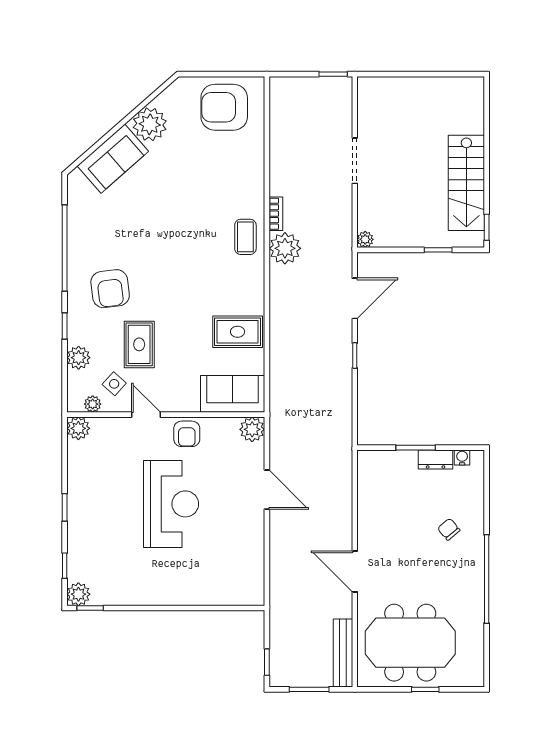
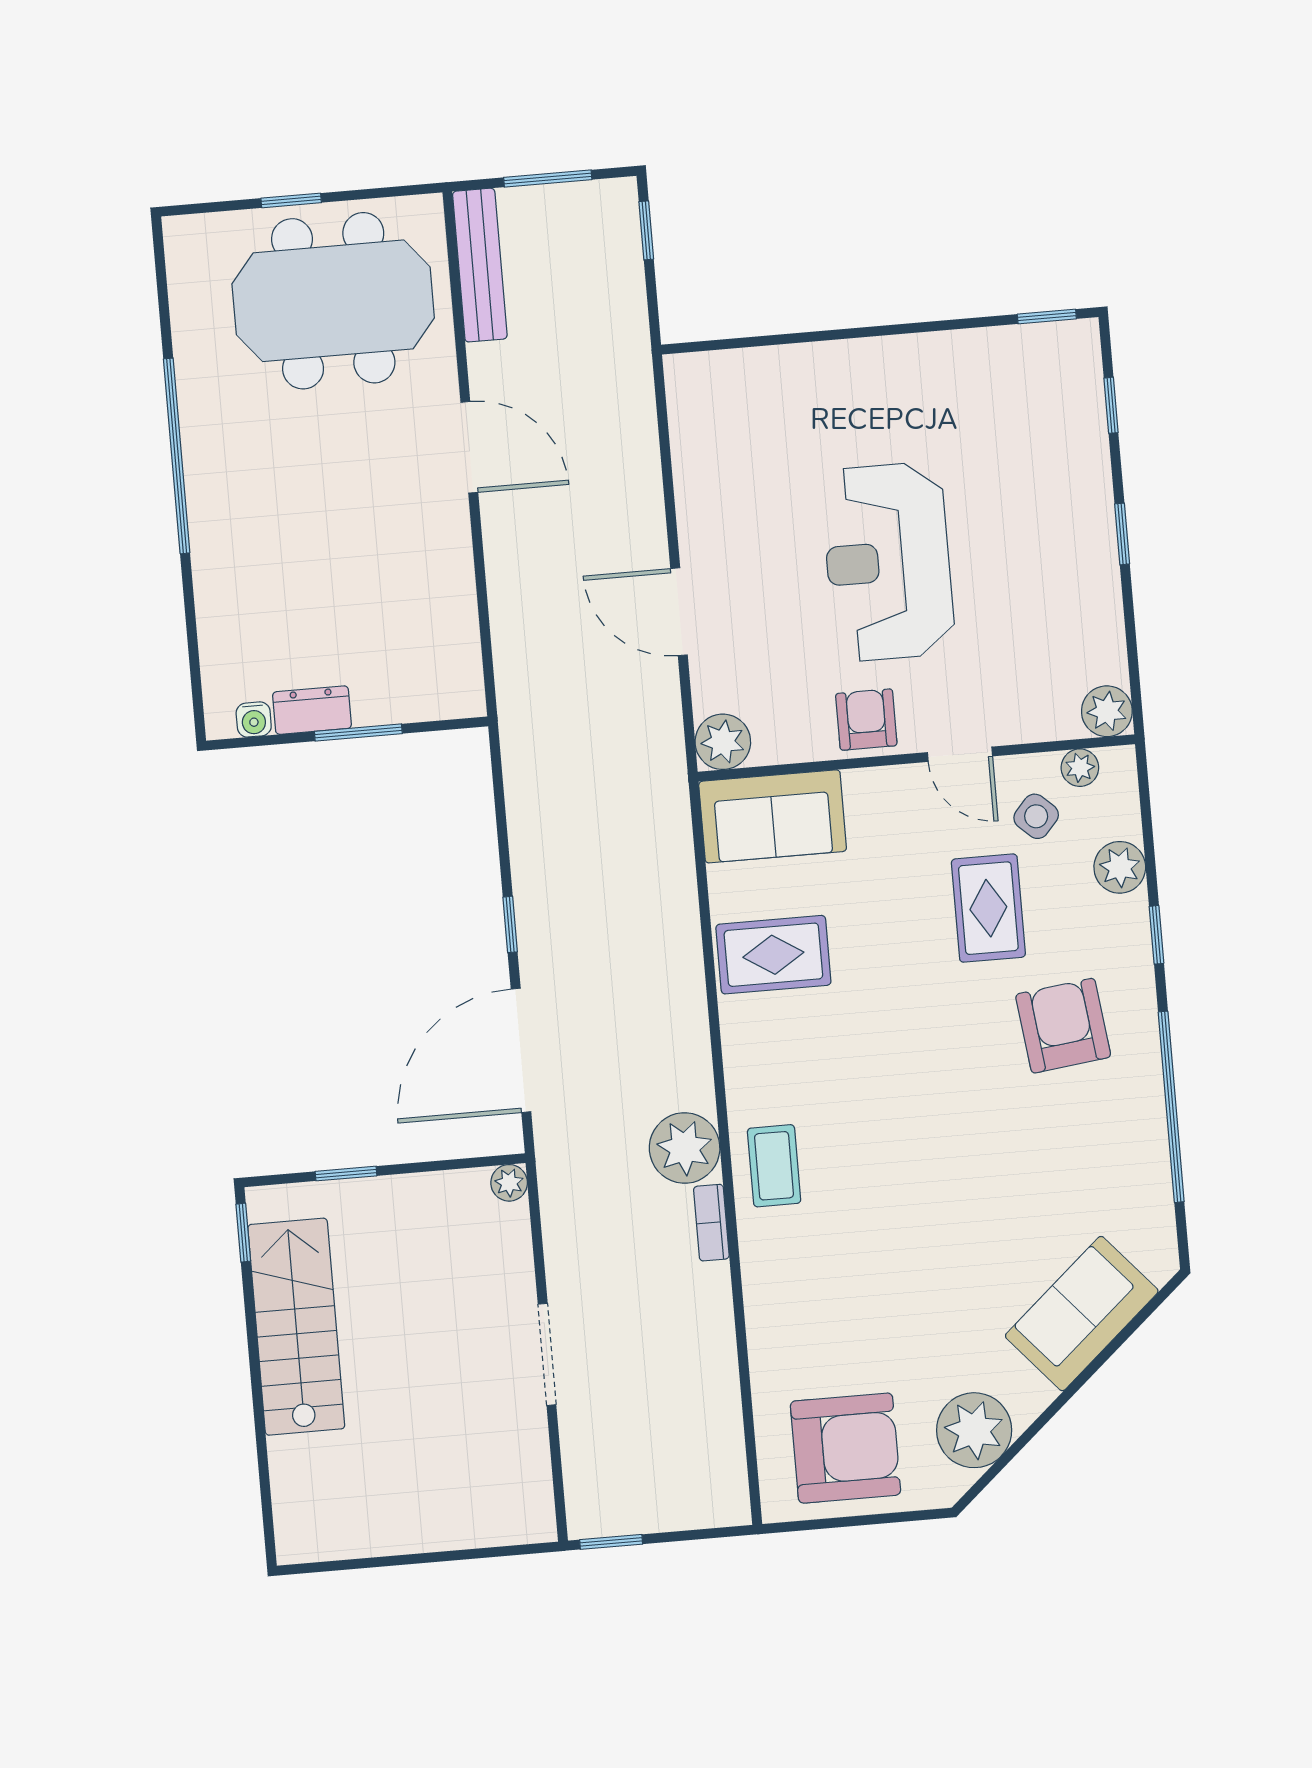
plant: (150, 124) -> (974, 1430), moved
door: (355, 298) -> (521, 1050), width x1.36
chair: (449, 529) -> (270, 558), removed
plant: (78, 594) -> (1075, 345), removed

